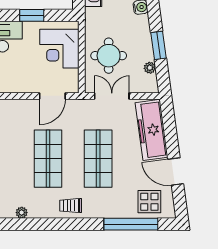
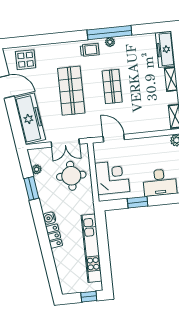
door: (52, 96) -> (114, 138), hinge flipped
shop shelf: (48, 159) -> (112, 86), width x0.70, depth x0.74
plant: (22, 213) -> (110, 42), moved
window: (131, 224) -> (109, 33), moved

